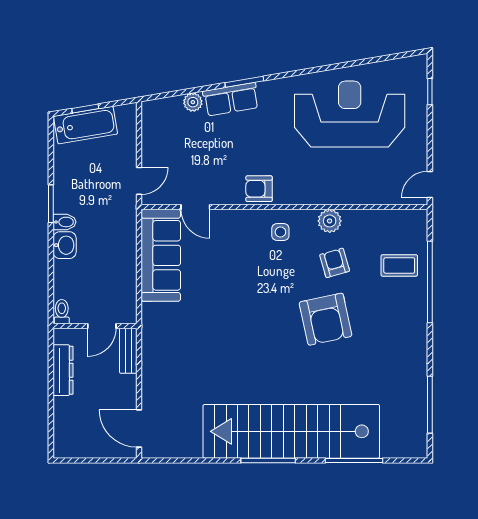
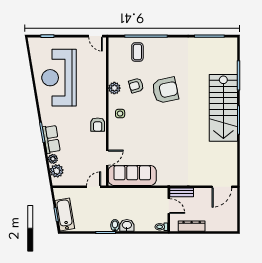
plant: (170, 110) -> (57, 171), added
door: (139, 181) -> (94, 187), hinge flipped
stairs: (291, 431) -> (223, 108), width x0.73

